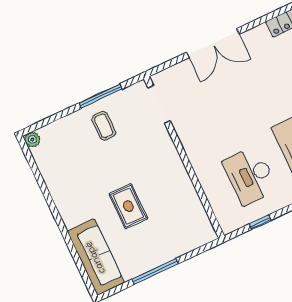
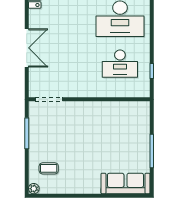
coffee table: (104, 126) -> (49, 168), moved
rug: (128, 206) -> (103, 148), removed

